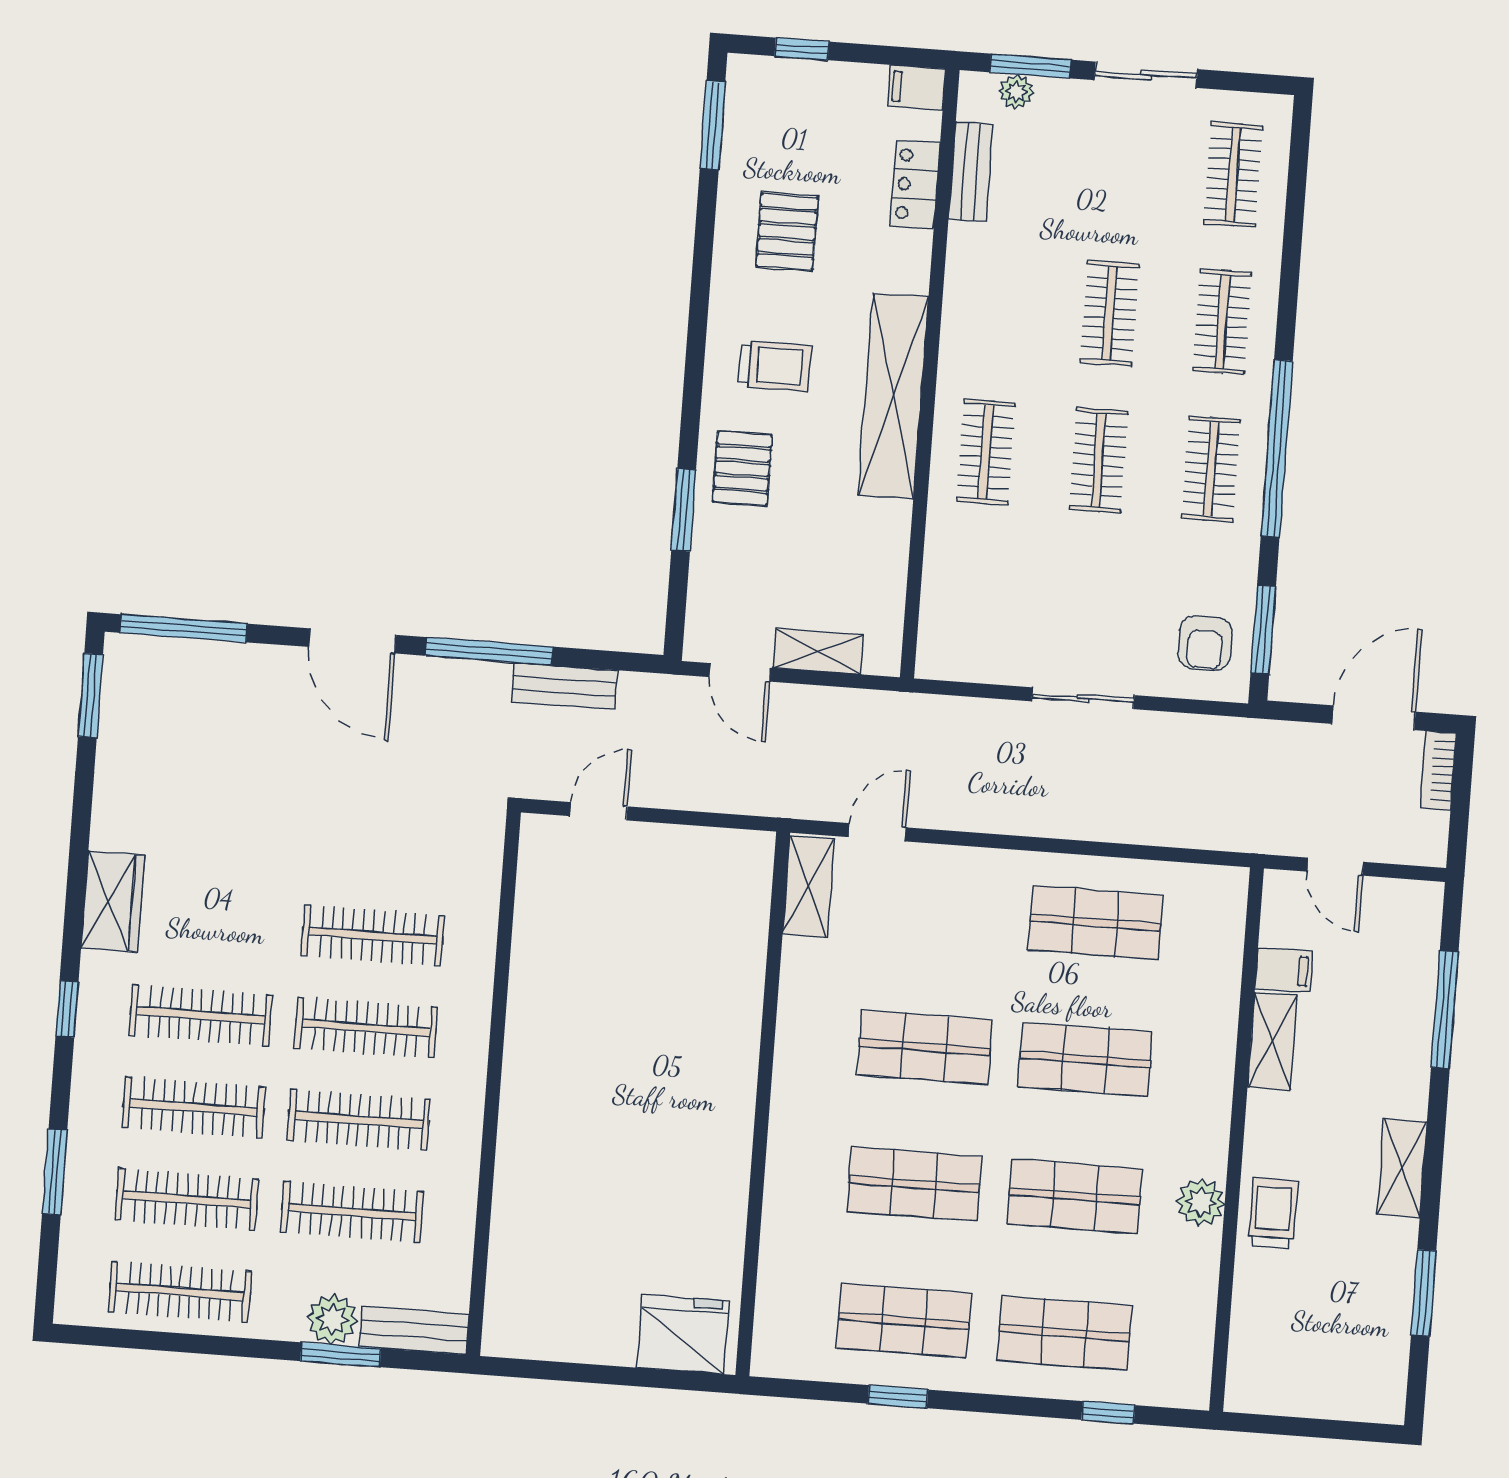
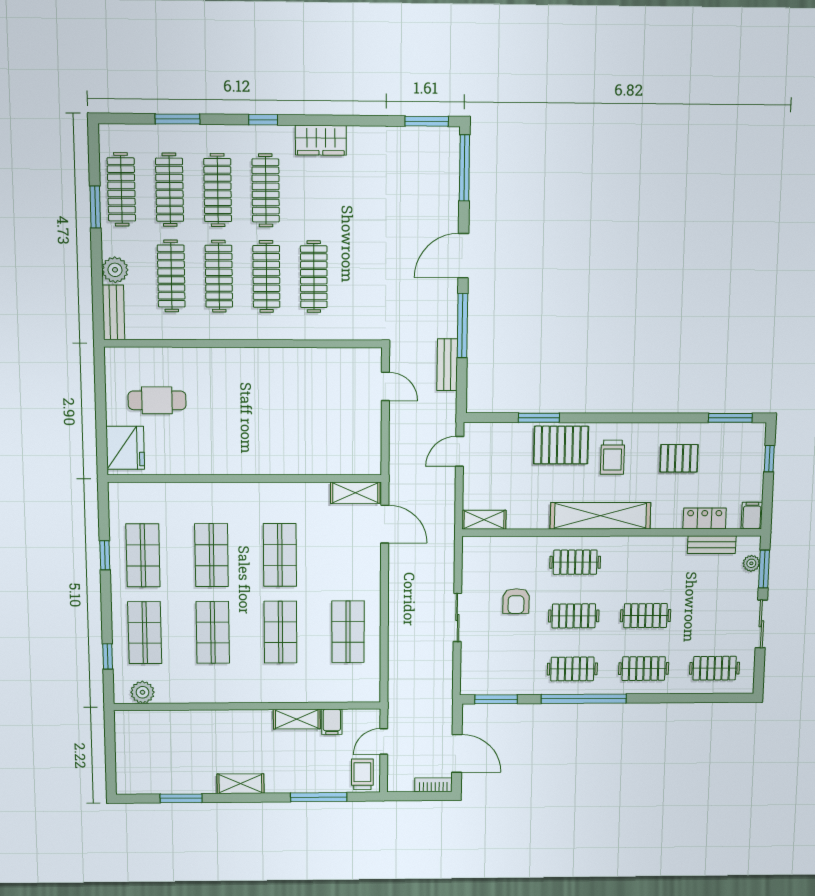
pallet: (742, 468) -> (561, 445), width x1.50, depth x1.42
armchair: (1205, 643) -> (516, 601), moved, turned -90
shelving: (818, 651) -> (484, 520), moved, turned 90
door: (877, 832) -> (385, 524), width x1.38
plant: (1201, 1202) -> (143, 692), moved
trolley: (1273, 1213) -> (362, 774), moved, turned -90
cafe table: (593, 1263) -> (157, 400), added
window: (341, 1355) -> (95, 207), moved

